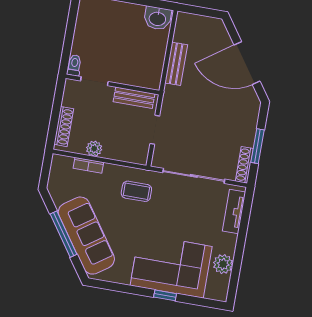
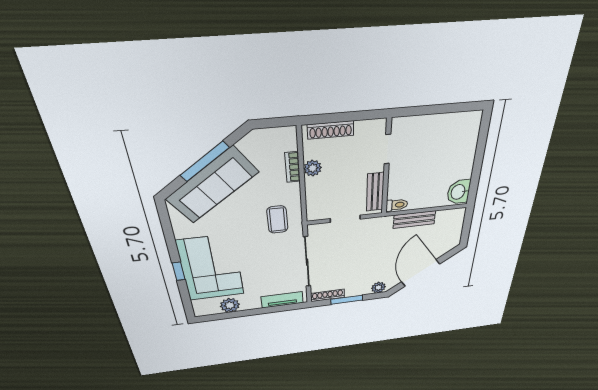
toilet: (74, 65) -> (397, 205), moved
plant: (252, 110) -> (378, 288), added

